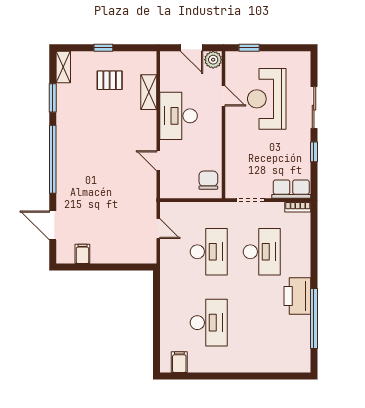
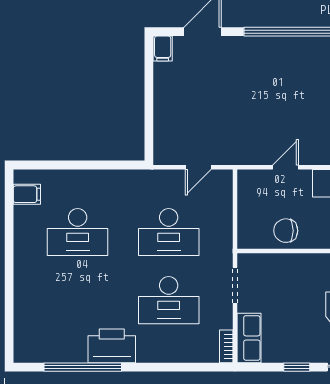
chair: (208, 180) -> (286, 231), moved, turned 180
filing cabinet: (82, 254) -> (163, 48), moved, turned 90

